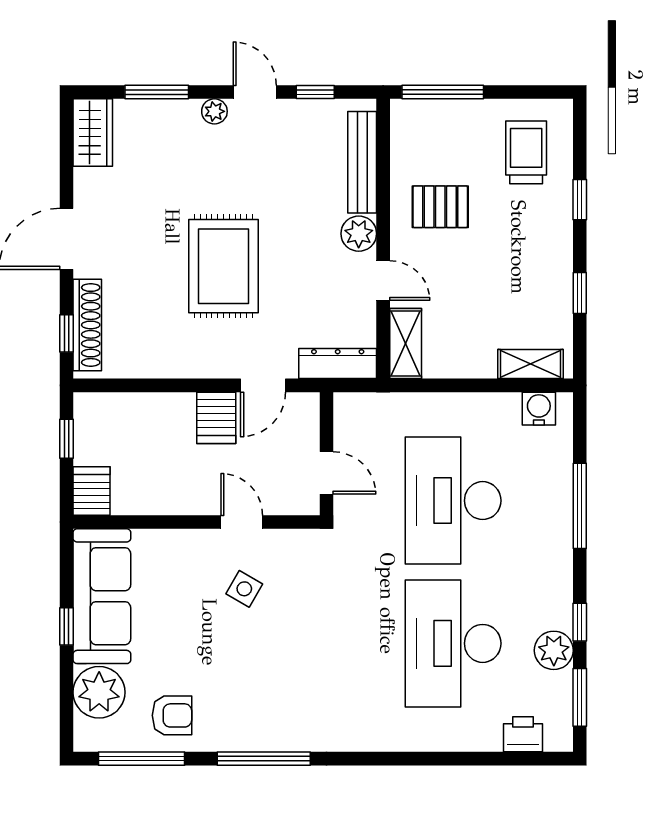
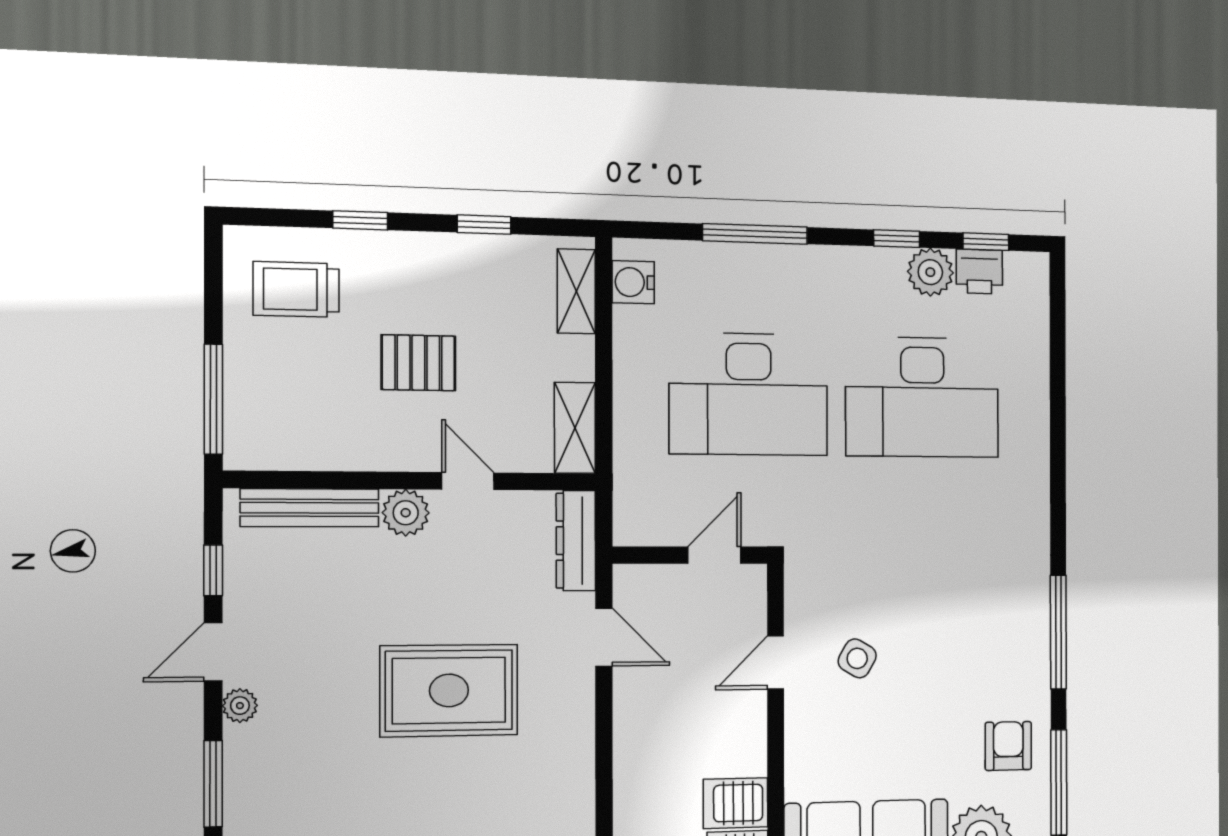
pallet: (440, 207) -> (418, 363), moved, turned 90
door: (383, 281) -> (468, 481), hinge flipped
shelving: (406, 344) -> (575, 428), moved, turned 90
server rack: (216, 418) -> (736, 803), moved, turned 180
window: (580, 697) -> (986, 242), width x0.67
printer: (523, 734) -> (979, 272), moved, turned -90

